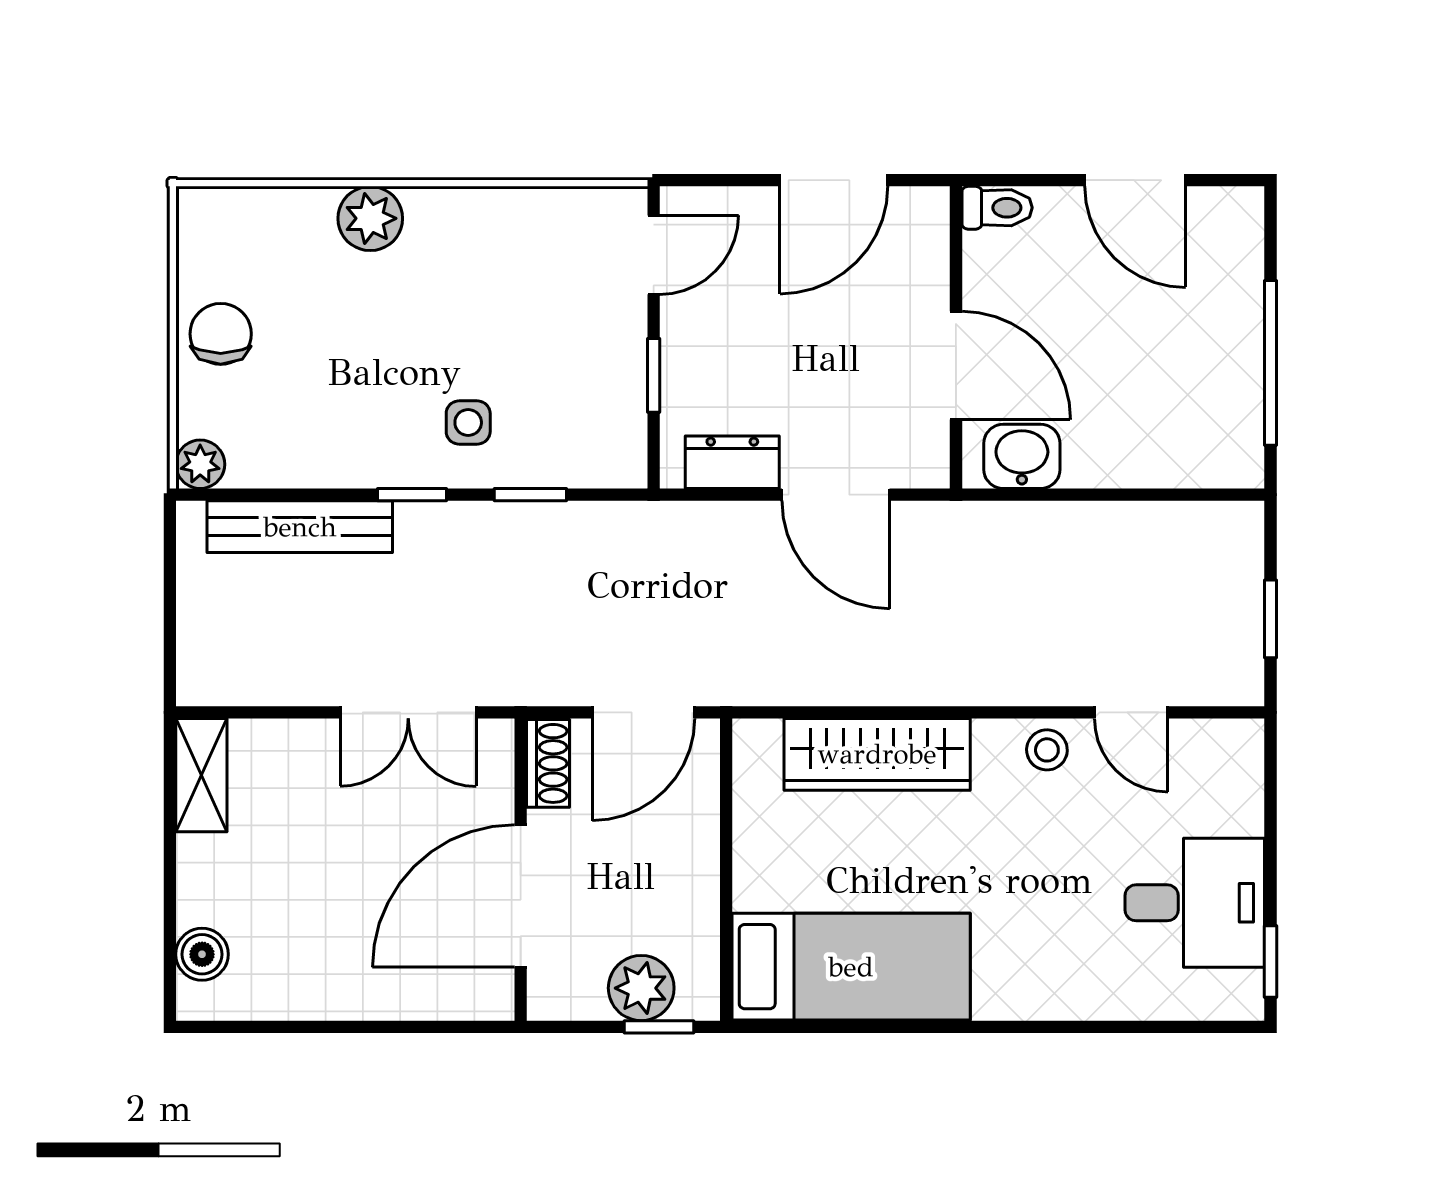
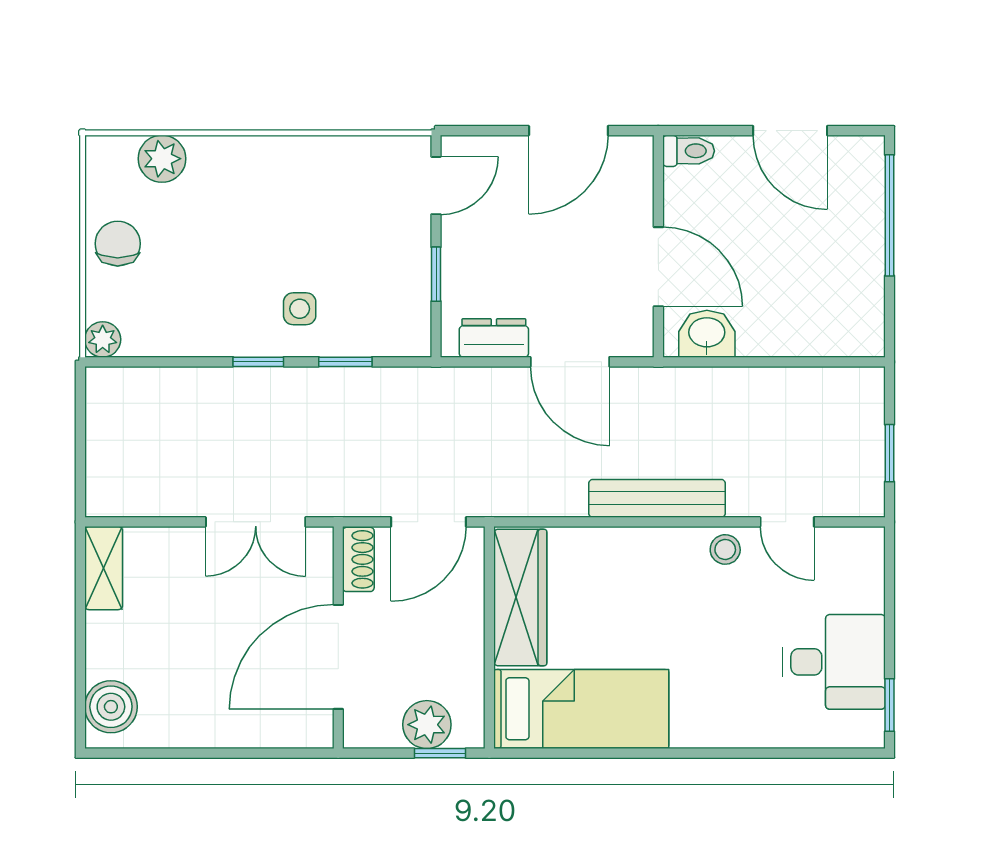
plant: (370, 218) -> (162, 159), moved
window: (1270, 363) -> (890, 215), moved
bench: (300, 527) -> (657, 498), moved
wardrobe: (877, 754) -> (520, 598), moved, turned -90
boiler: (202, 954) -> (111, 707), width x1.36, depth x1.36

